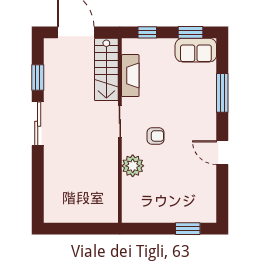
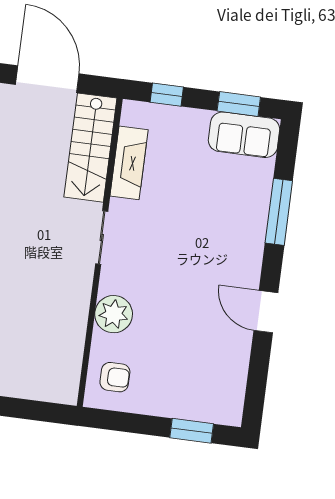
armchair: (155, 136) -> (115, 377), moved

